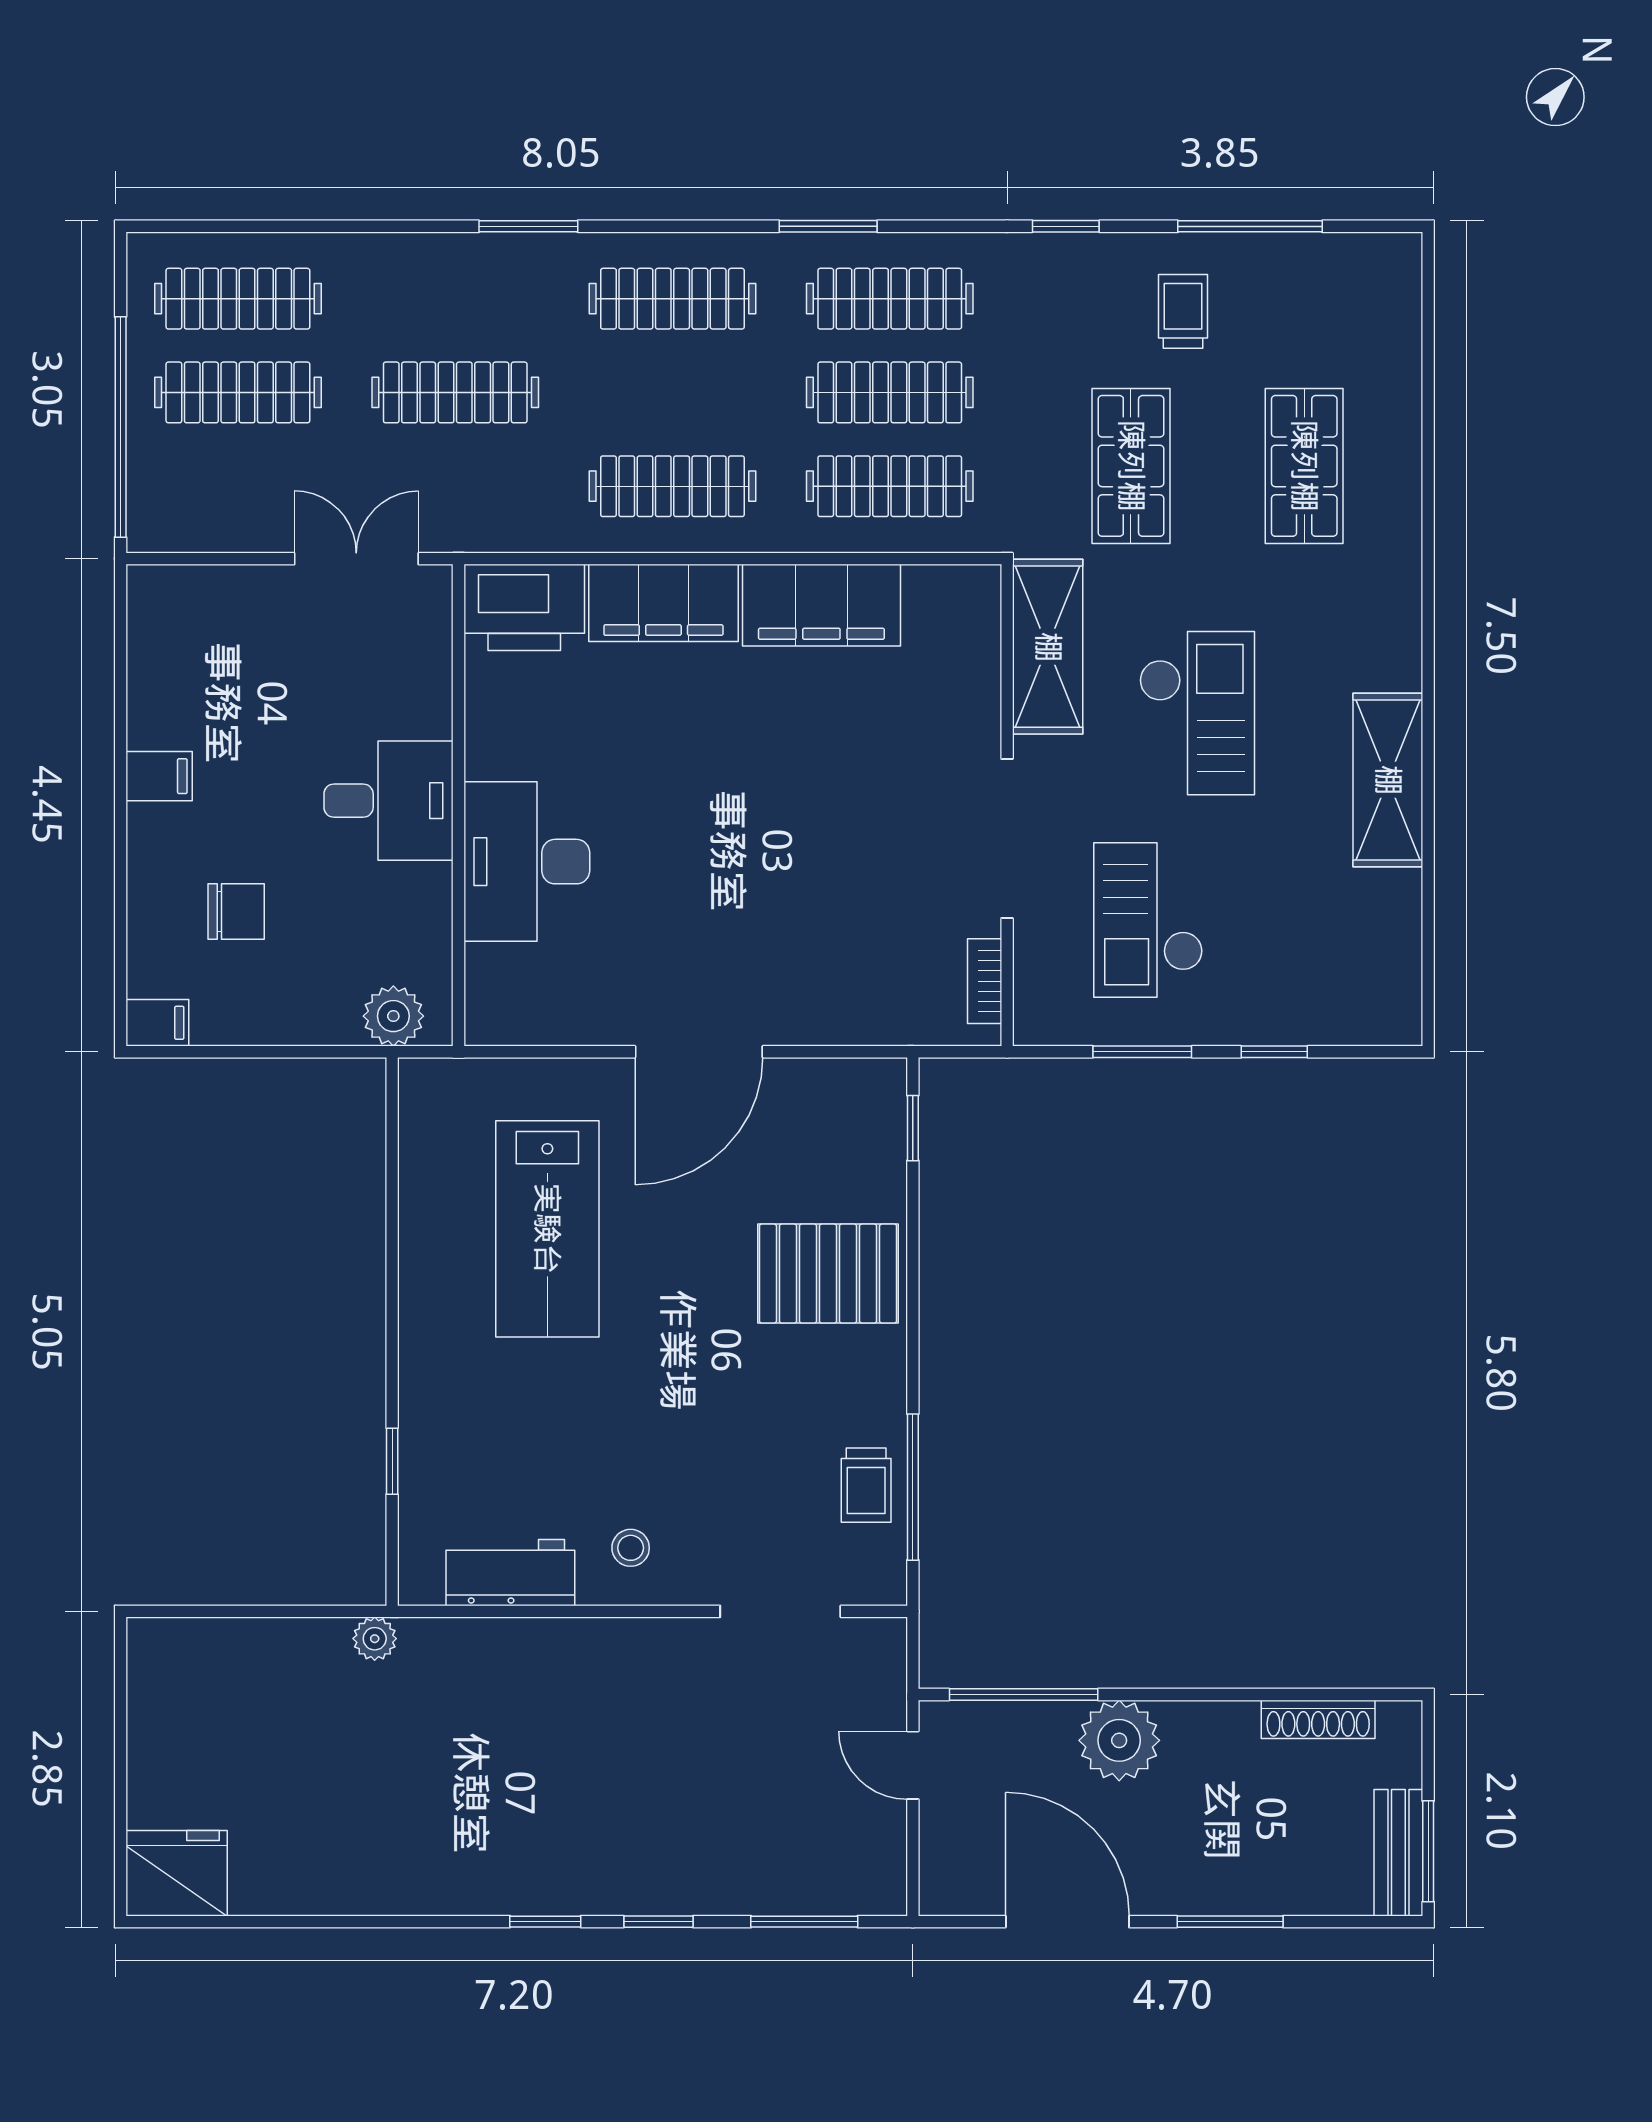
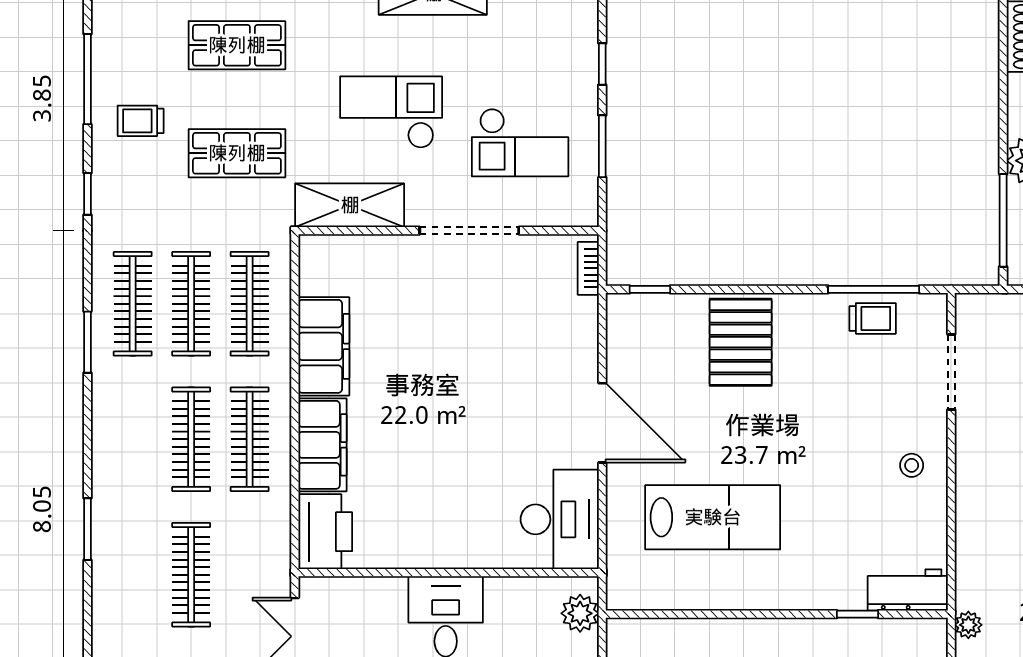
clothes rail: (672, 299) -> (191, 439), moved
desk: (527, 862) -> (560, 519), moved, turned -90
bookcase: (985, 981) -> (588, 268), moved, turned 90
workbench: (510, 1573) -> (908, 590), moved, turned 90

